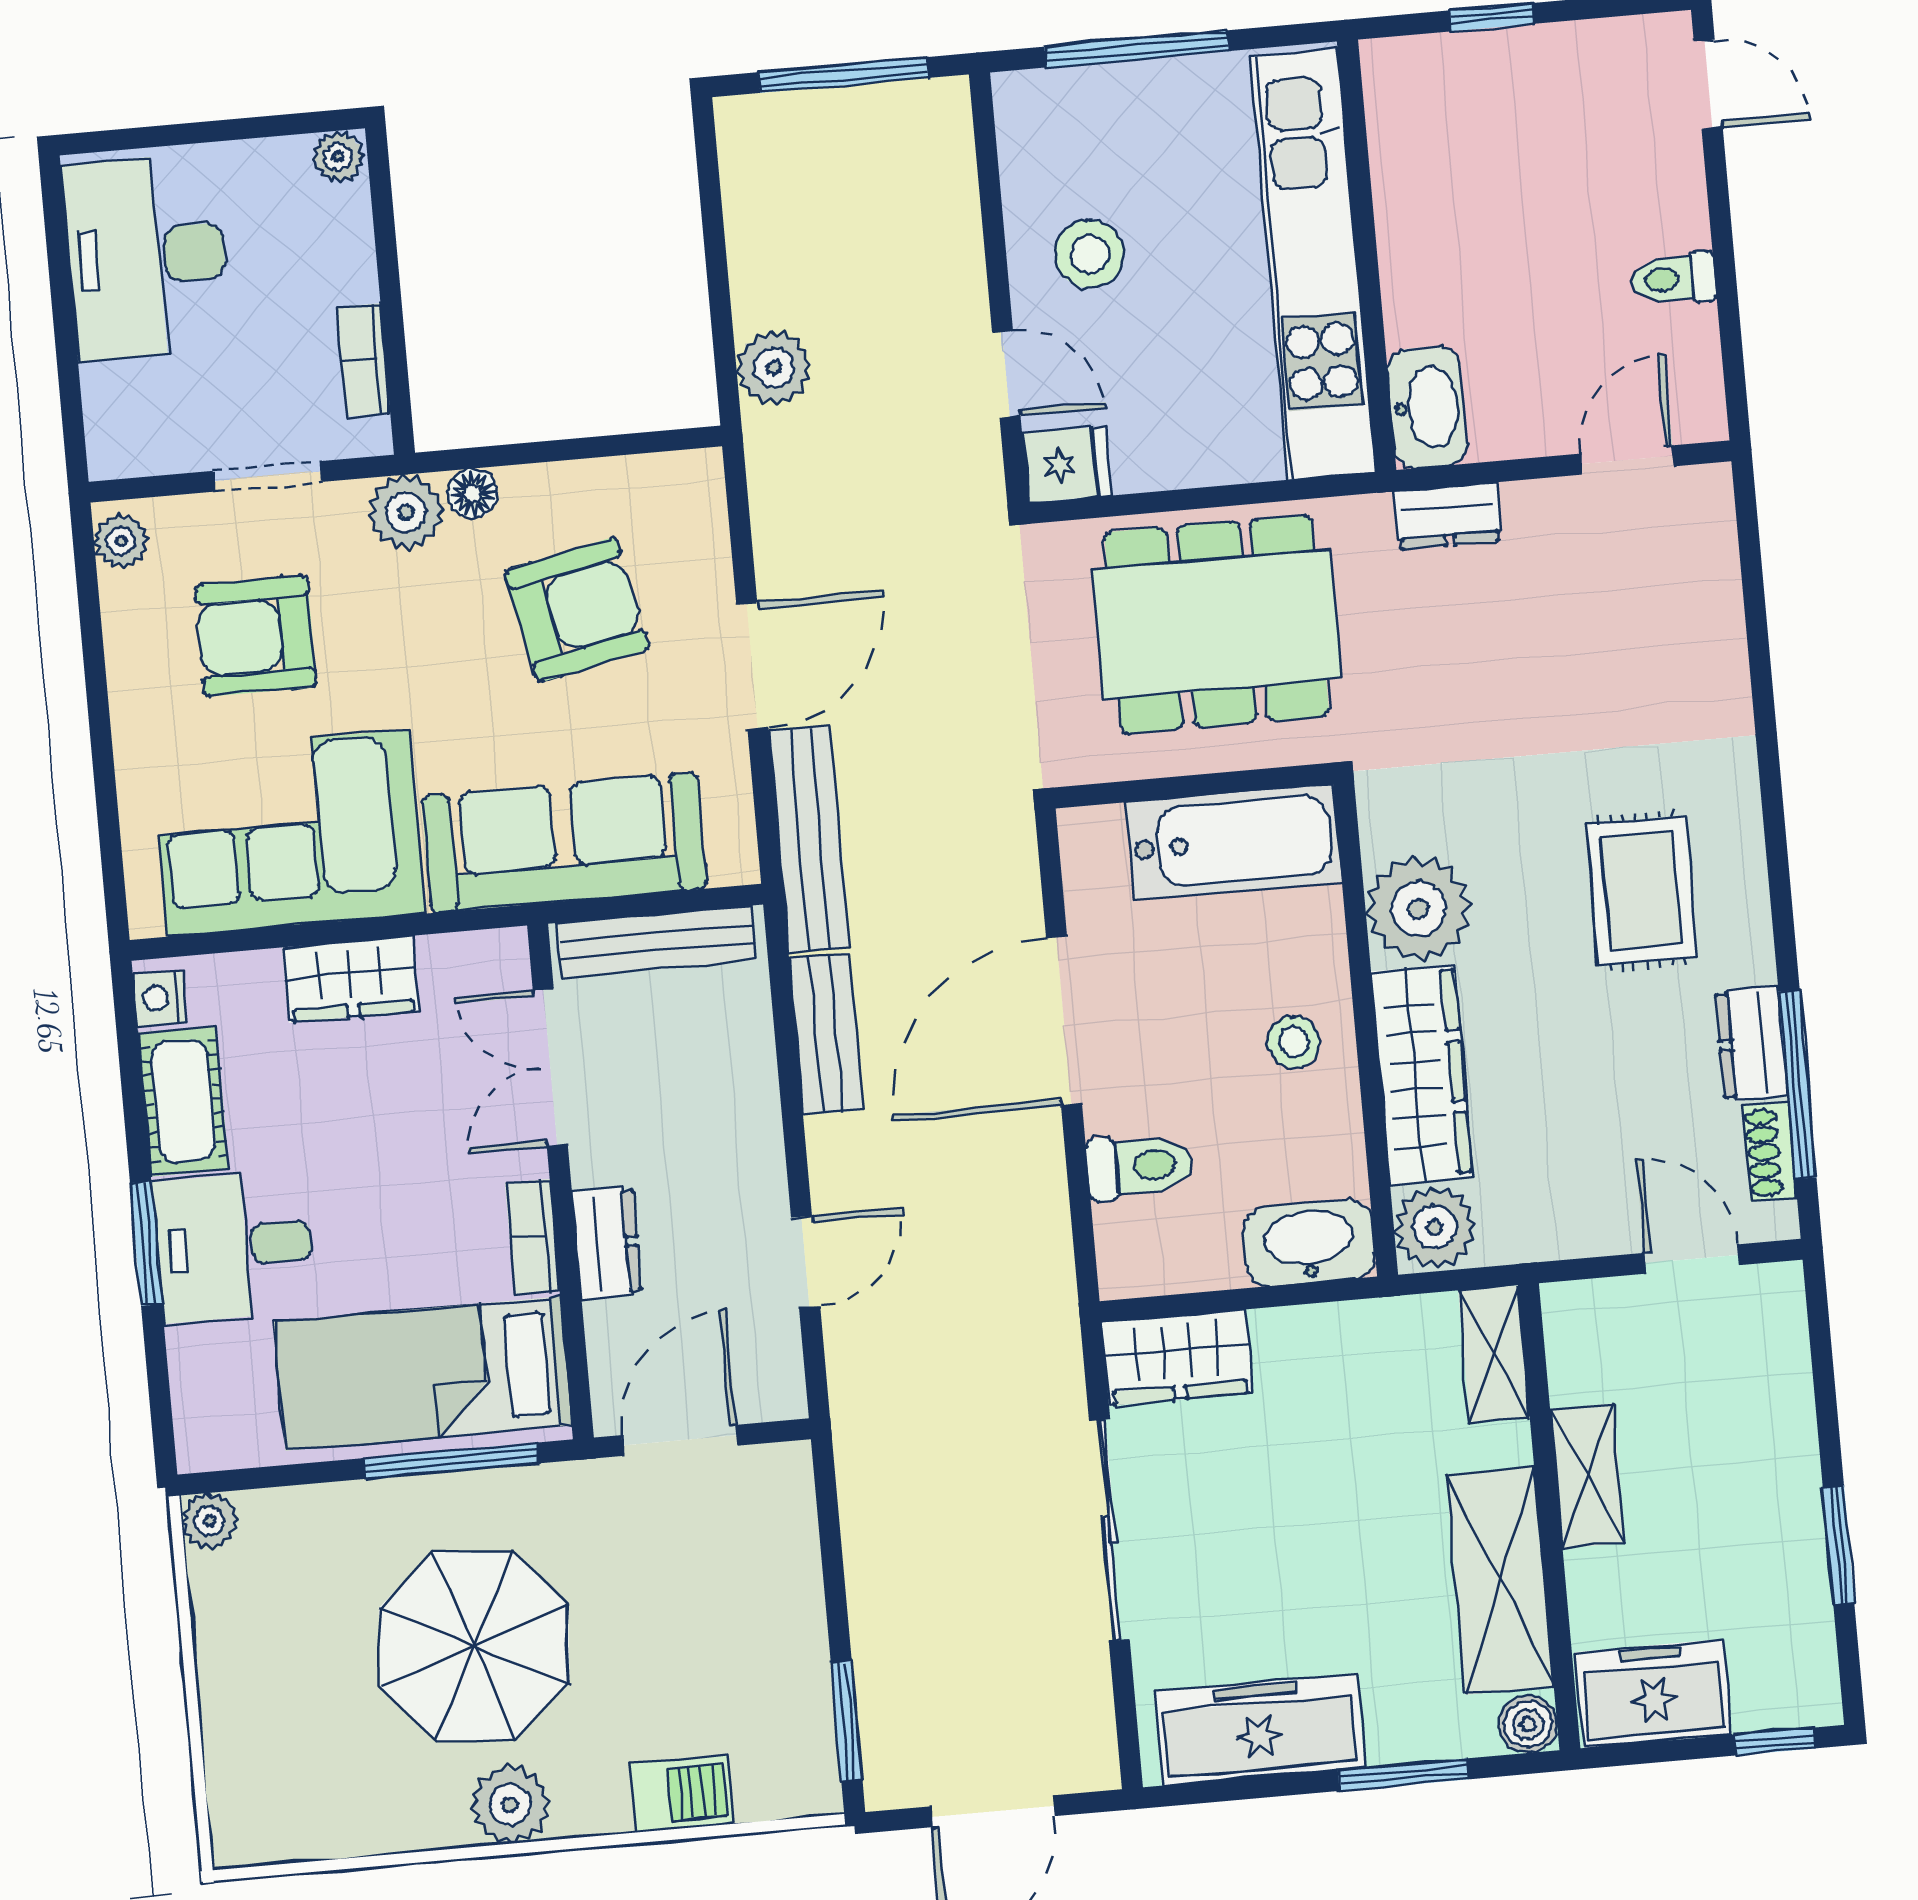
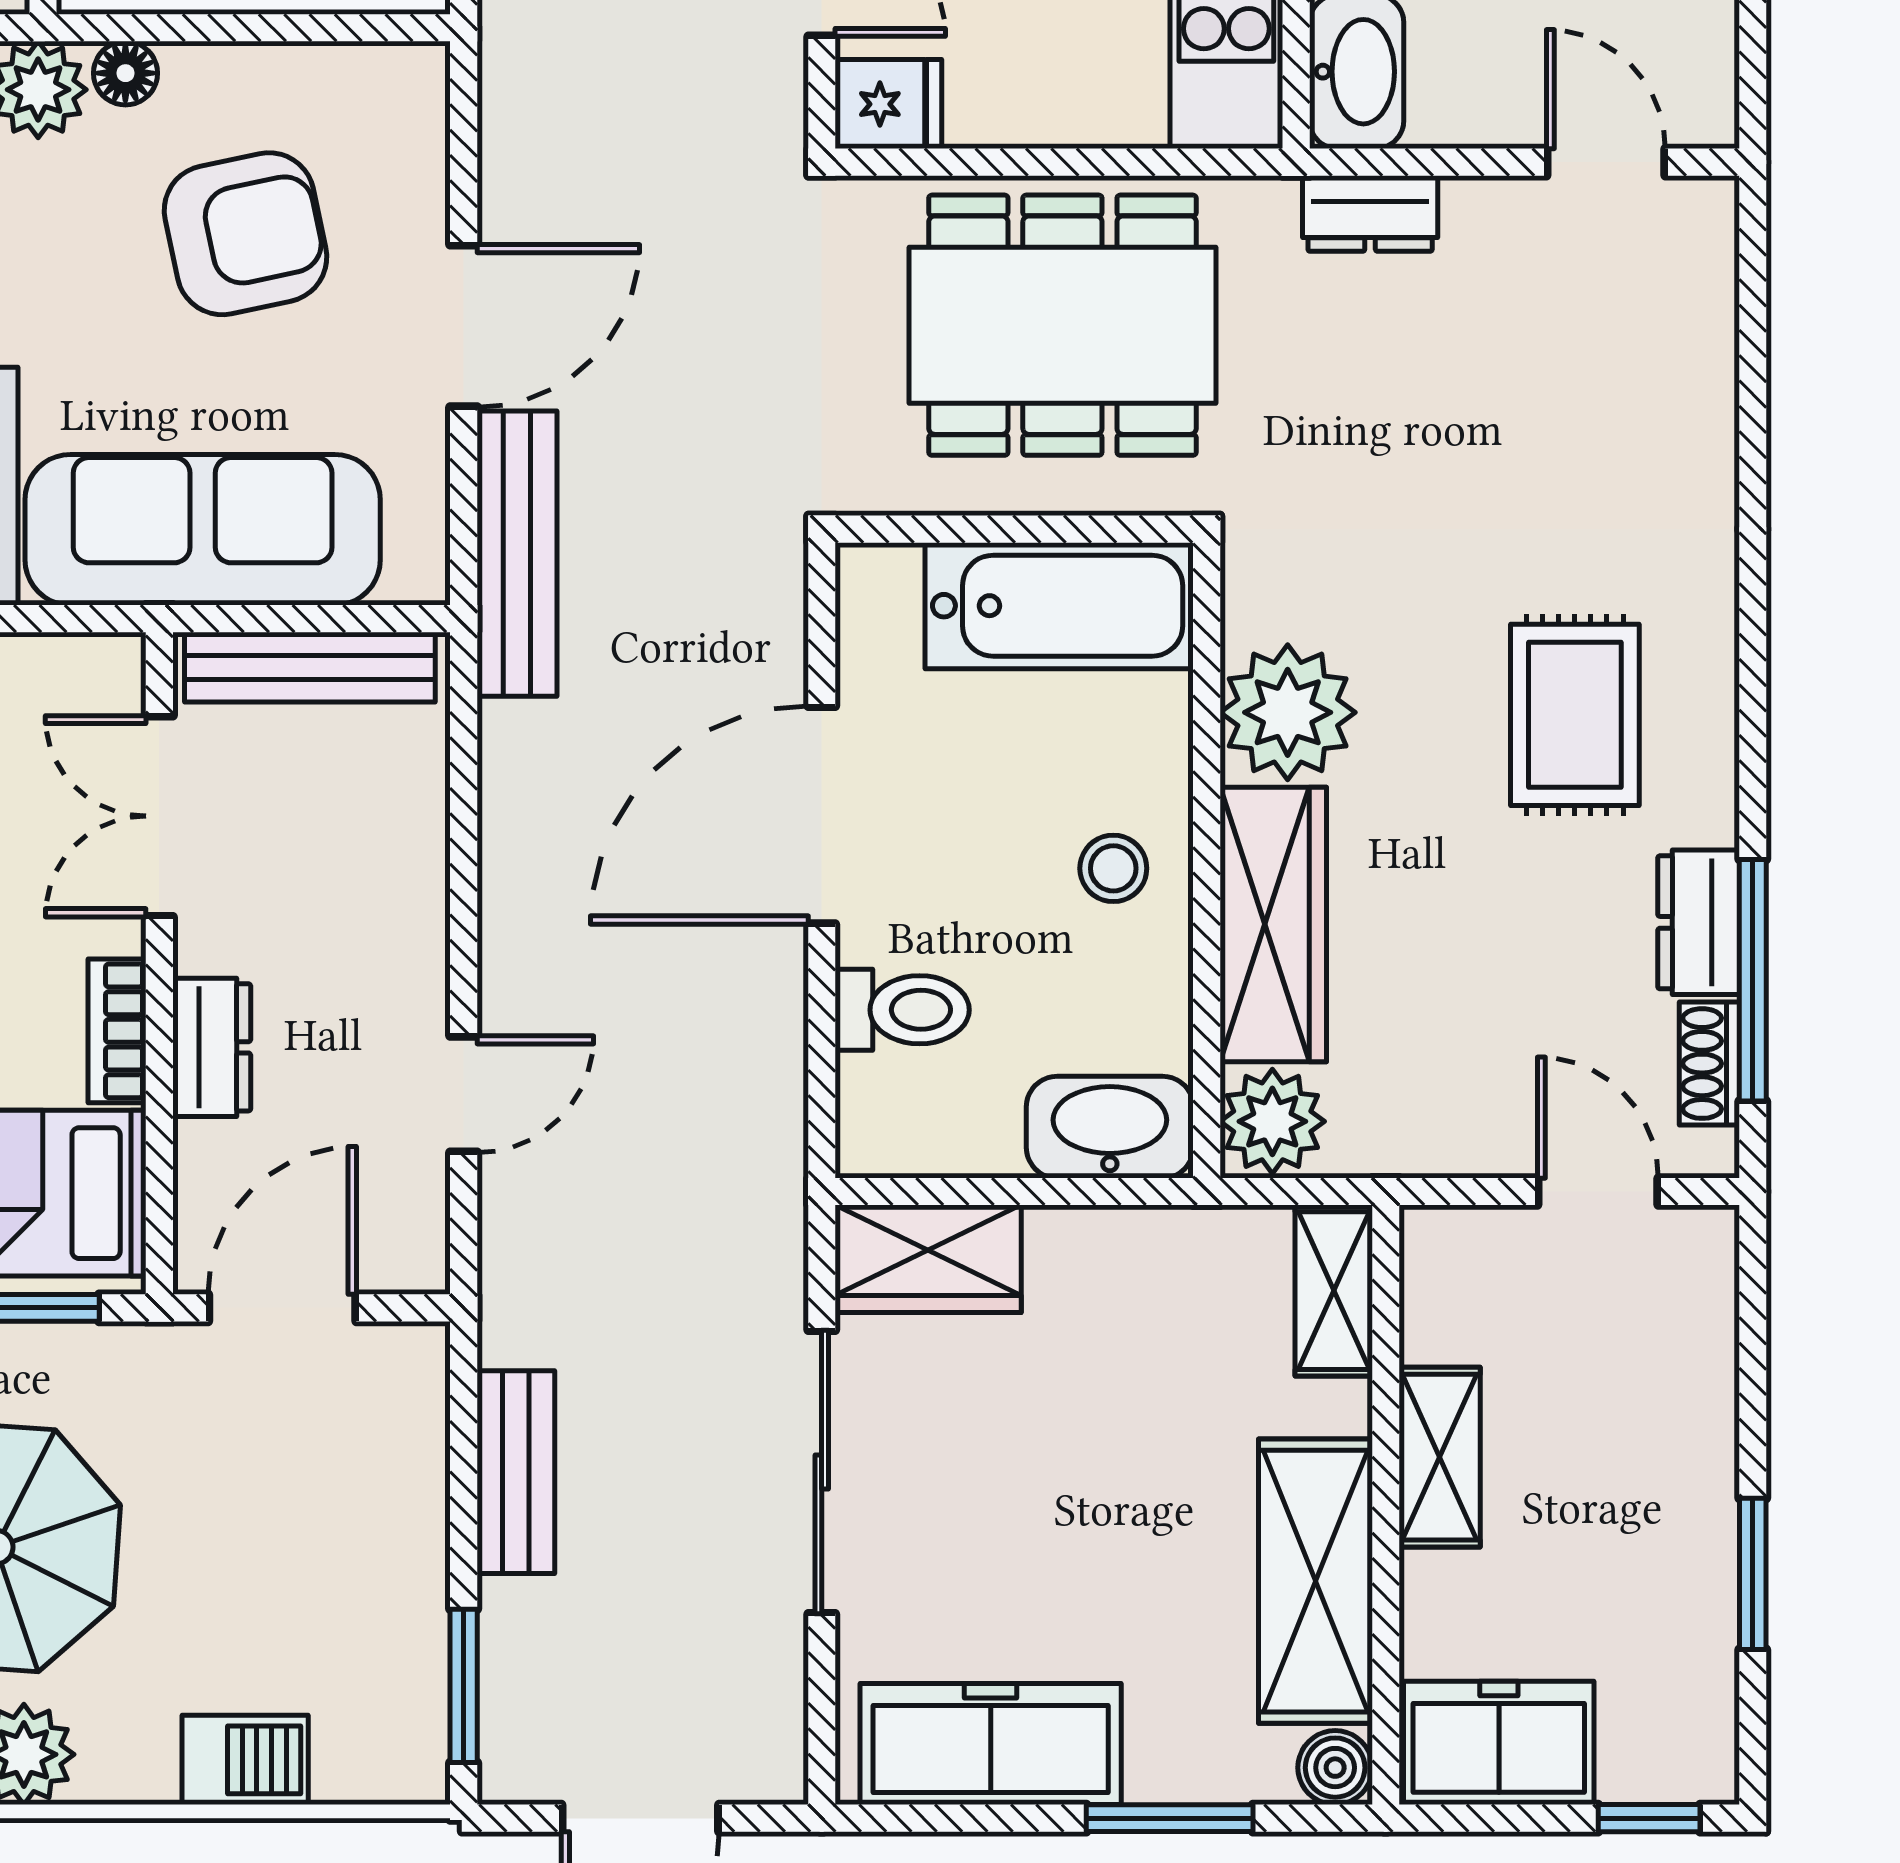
door: (1627, 460) -> (1606, 162), hinge flipped
bench: (826, 1034) -> (516, 1472), moved

